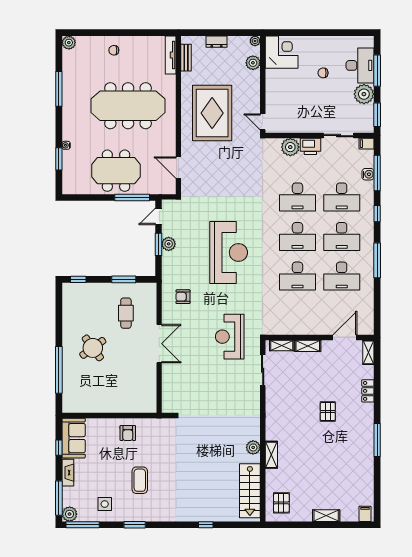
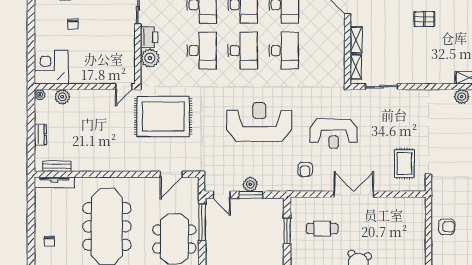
rug: (212, 113) -> (163, 116), moved
reception desk: (230, 337) -> (334, 134), moved
rug: (189, 392) -> (404, 164), added

